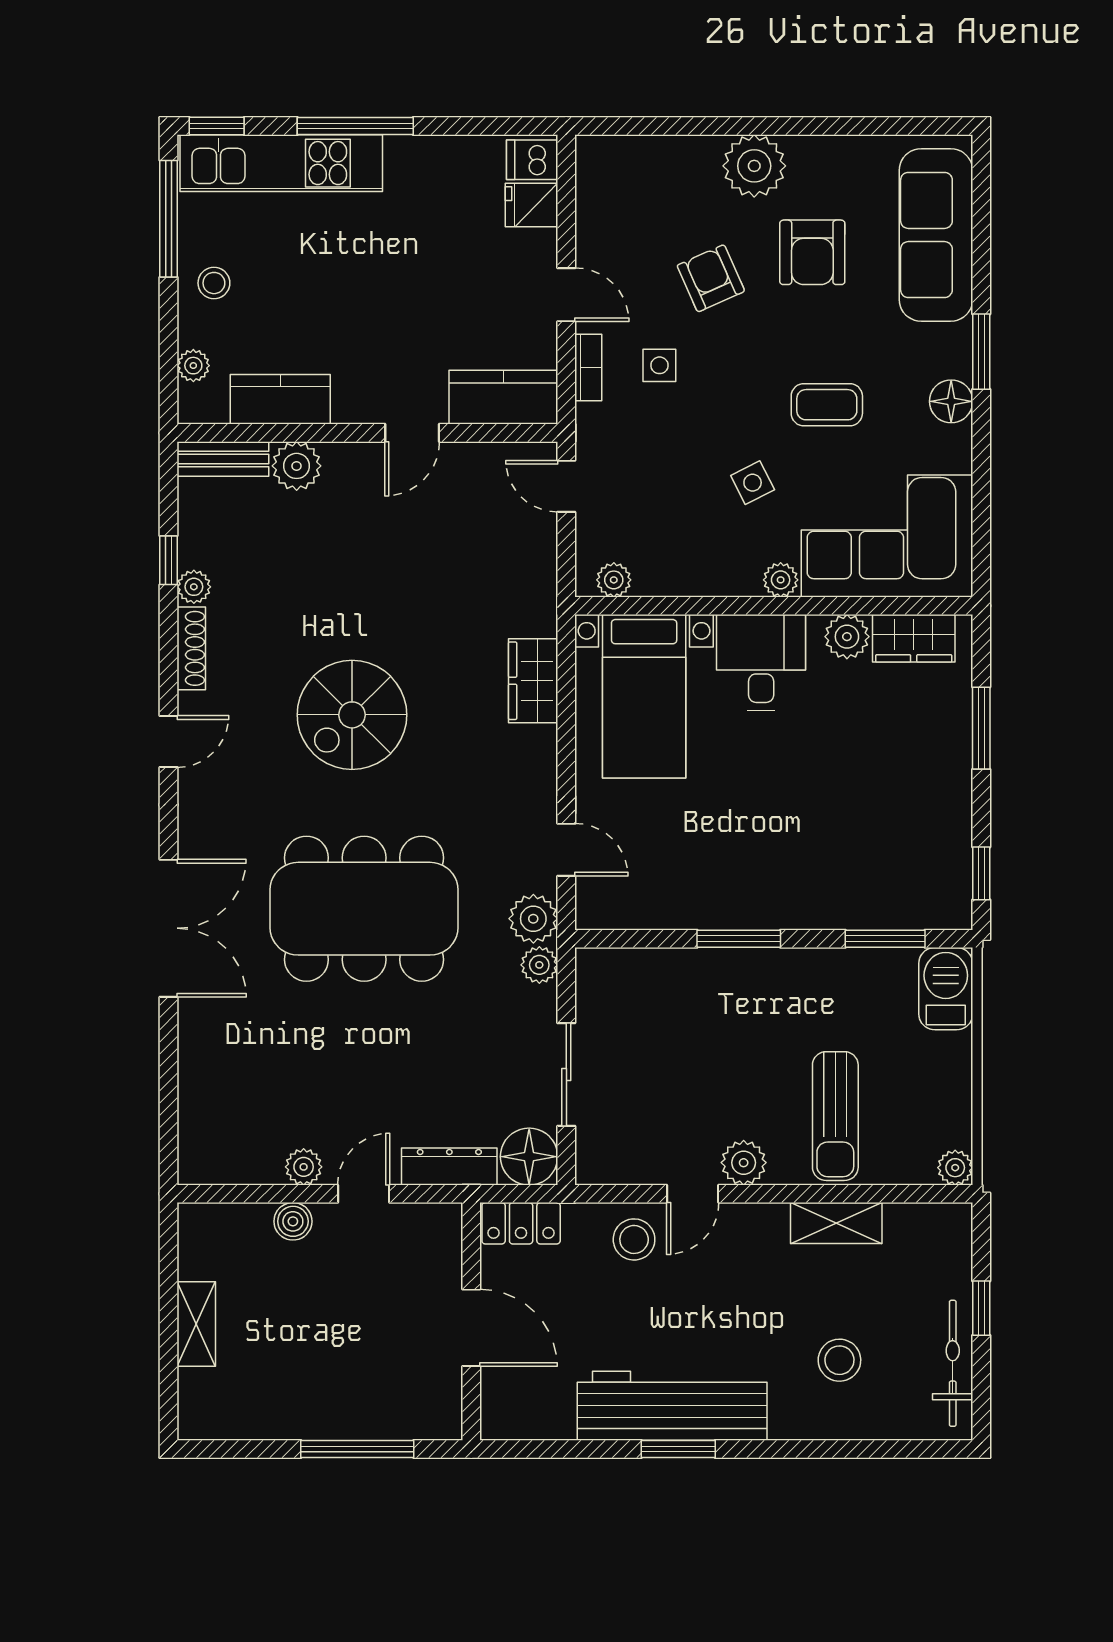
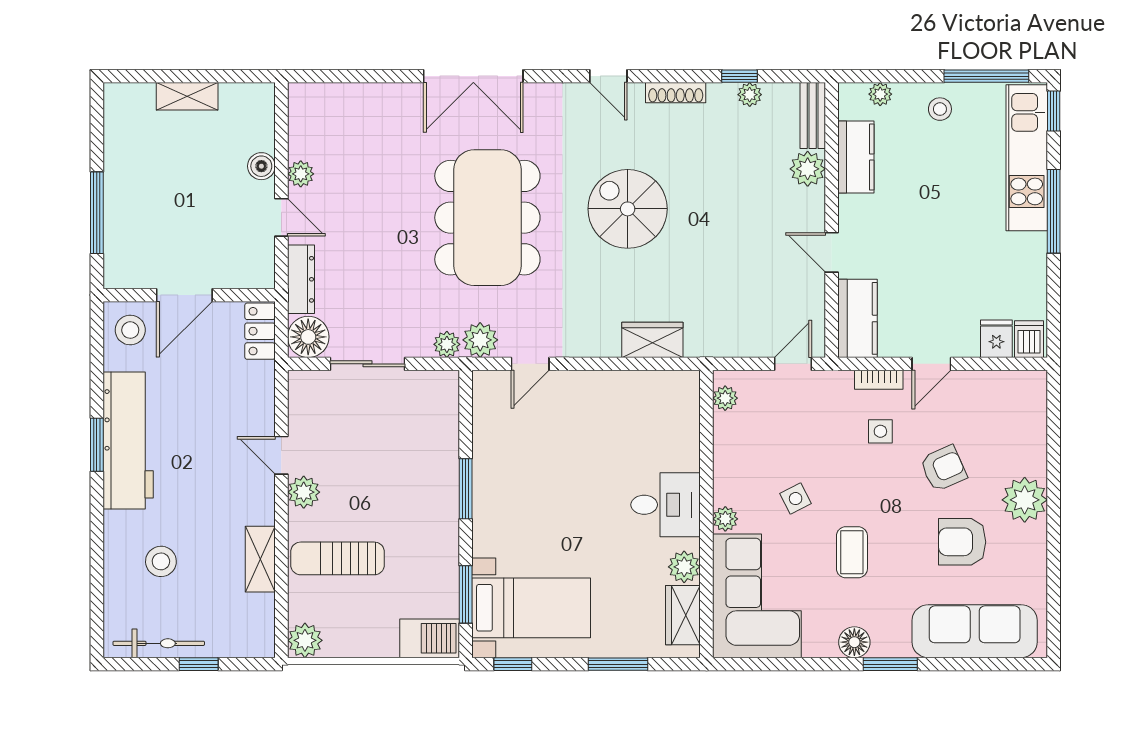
plant: (194, 587) -> (750, 95), moved
bed with nightstands: (644, 696) -> (531, 608), moved, turned 180
plant: (955, 1168) -> (305, 640), width x1.38, depth x1.38
stool: (634, 1239) -> (130, 330), moved

